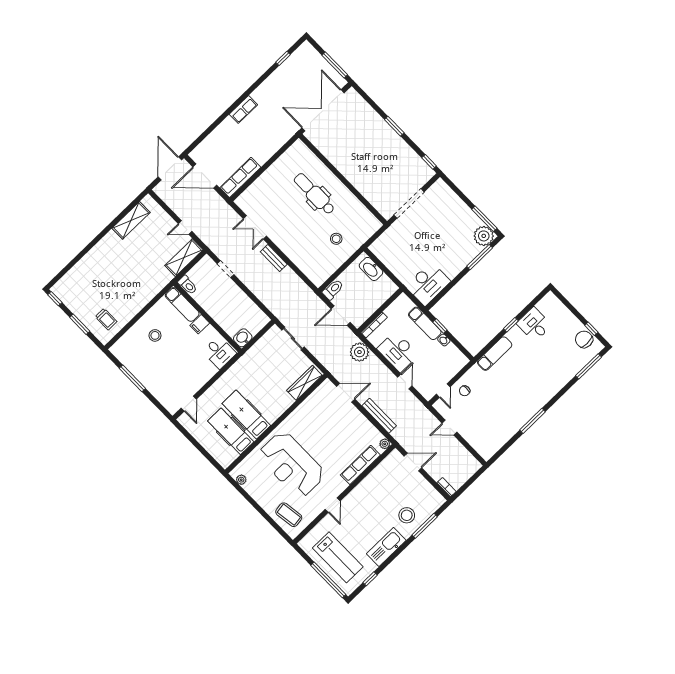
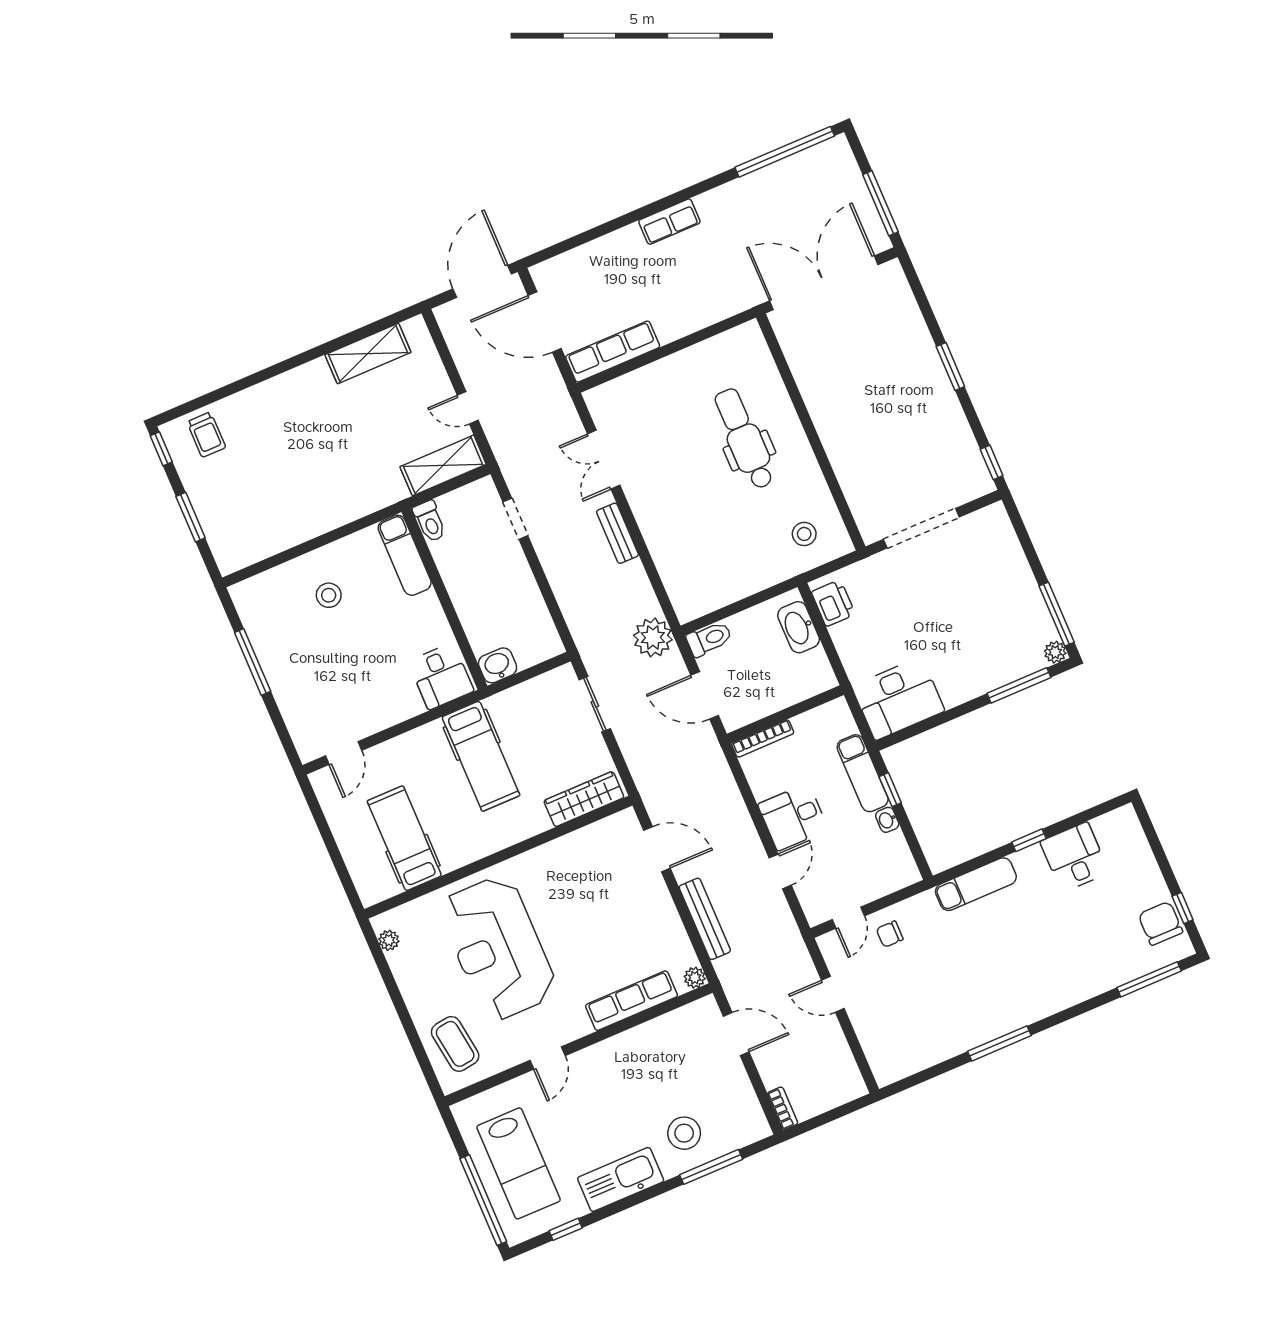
window: (283, 58) -> (785, 152), width x3.17
plant: (484, 236) -> (1055, 652), width x0.53, depth x0.53
stool: (336, 239) -> (804, 534), moved
printer: (382, 252) -> (833, 603), added
trolley: (106, 319) -> (206, 435), moved
filing cabinet: (200, 324) -> (424, 607), removed
plant: (359, 352) -> (653, 637), moved
desk: (398, 352) -> (793, 817), width x0.73
hospital bed: (246, 415) -> (481, 756), moved, turned 180

